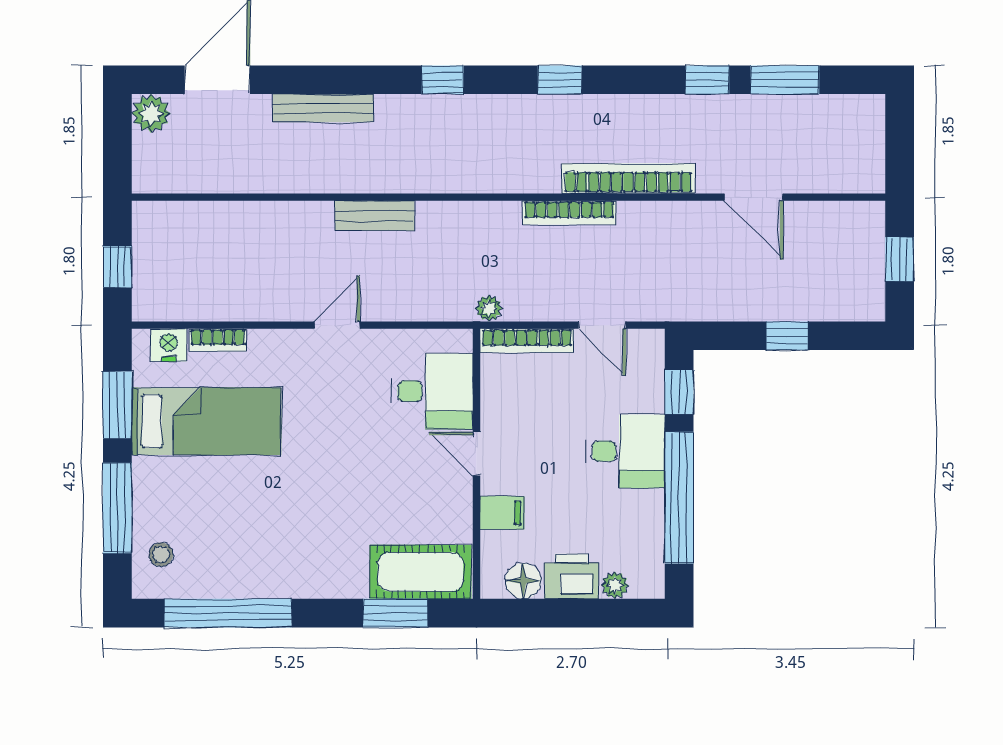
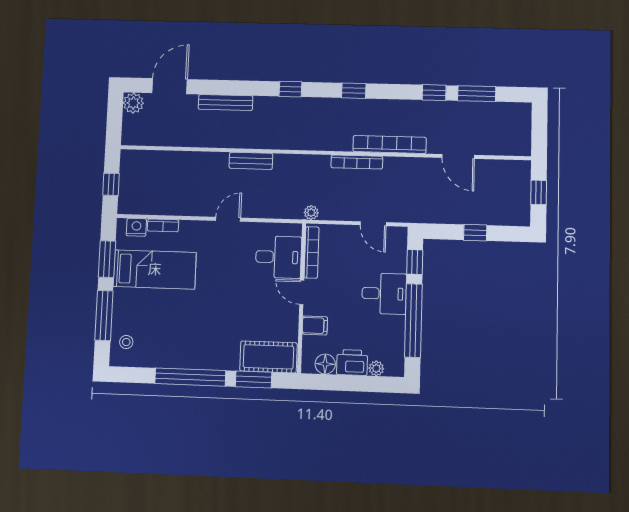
bookcase: (527, 341) -> (312, 252), moved, turned -90
window: (228, 613) -> (190, 377), moved

